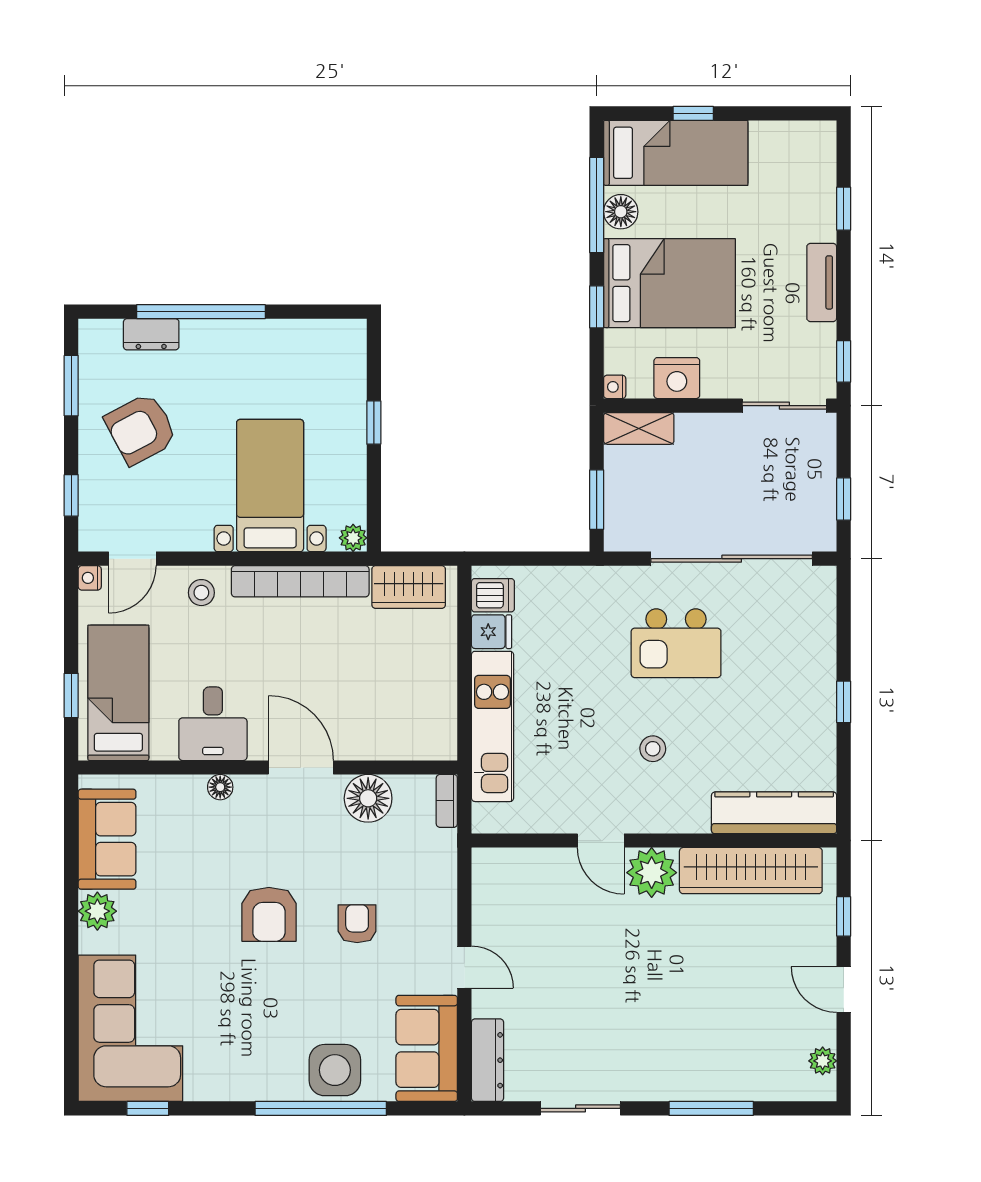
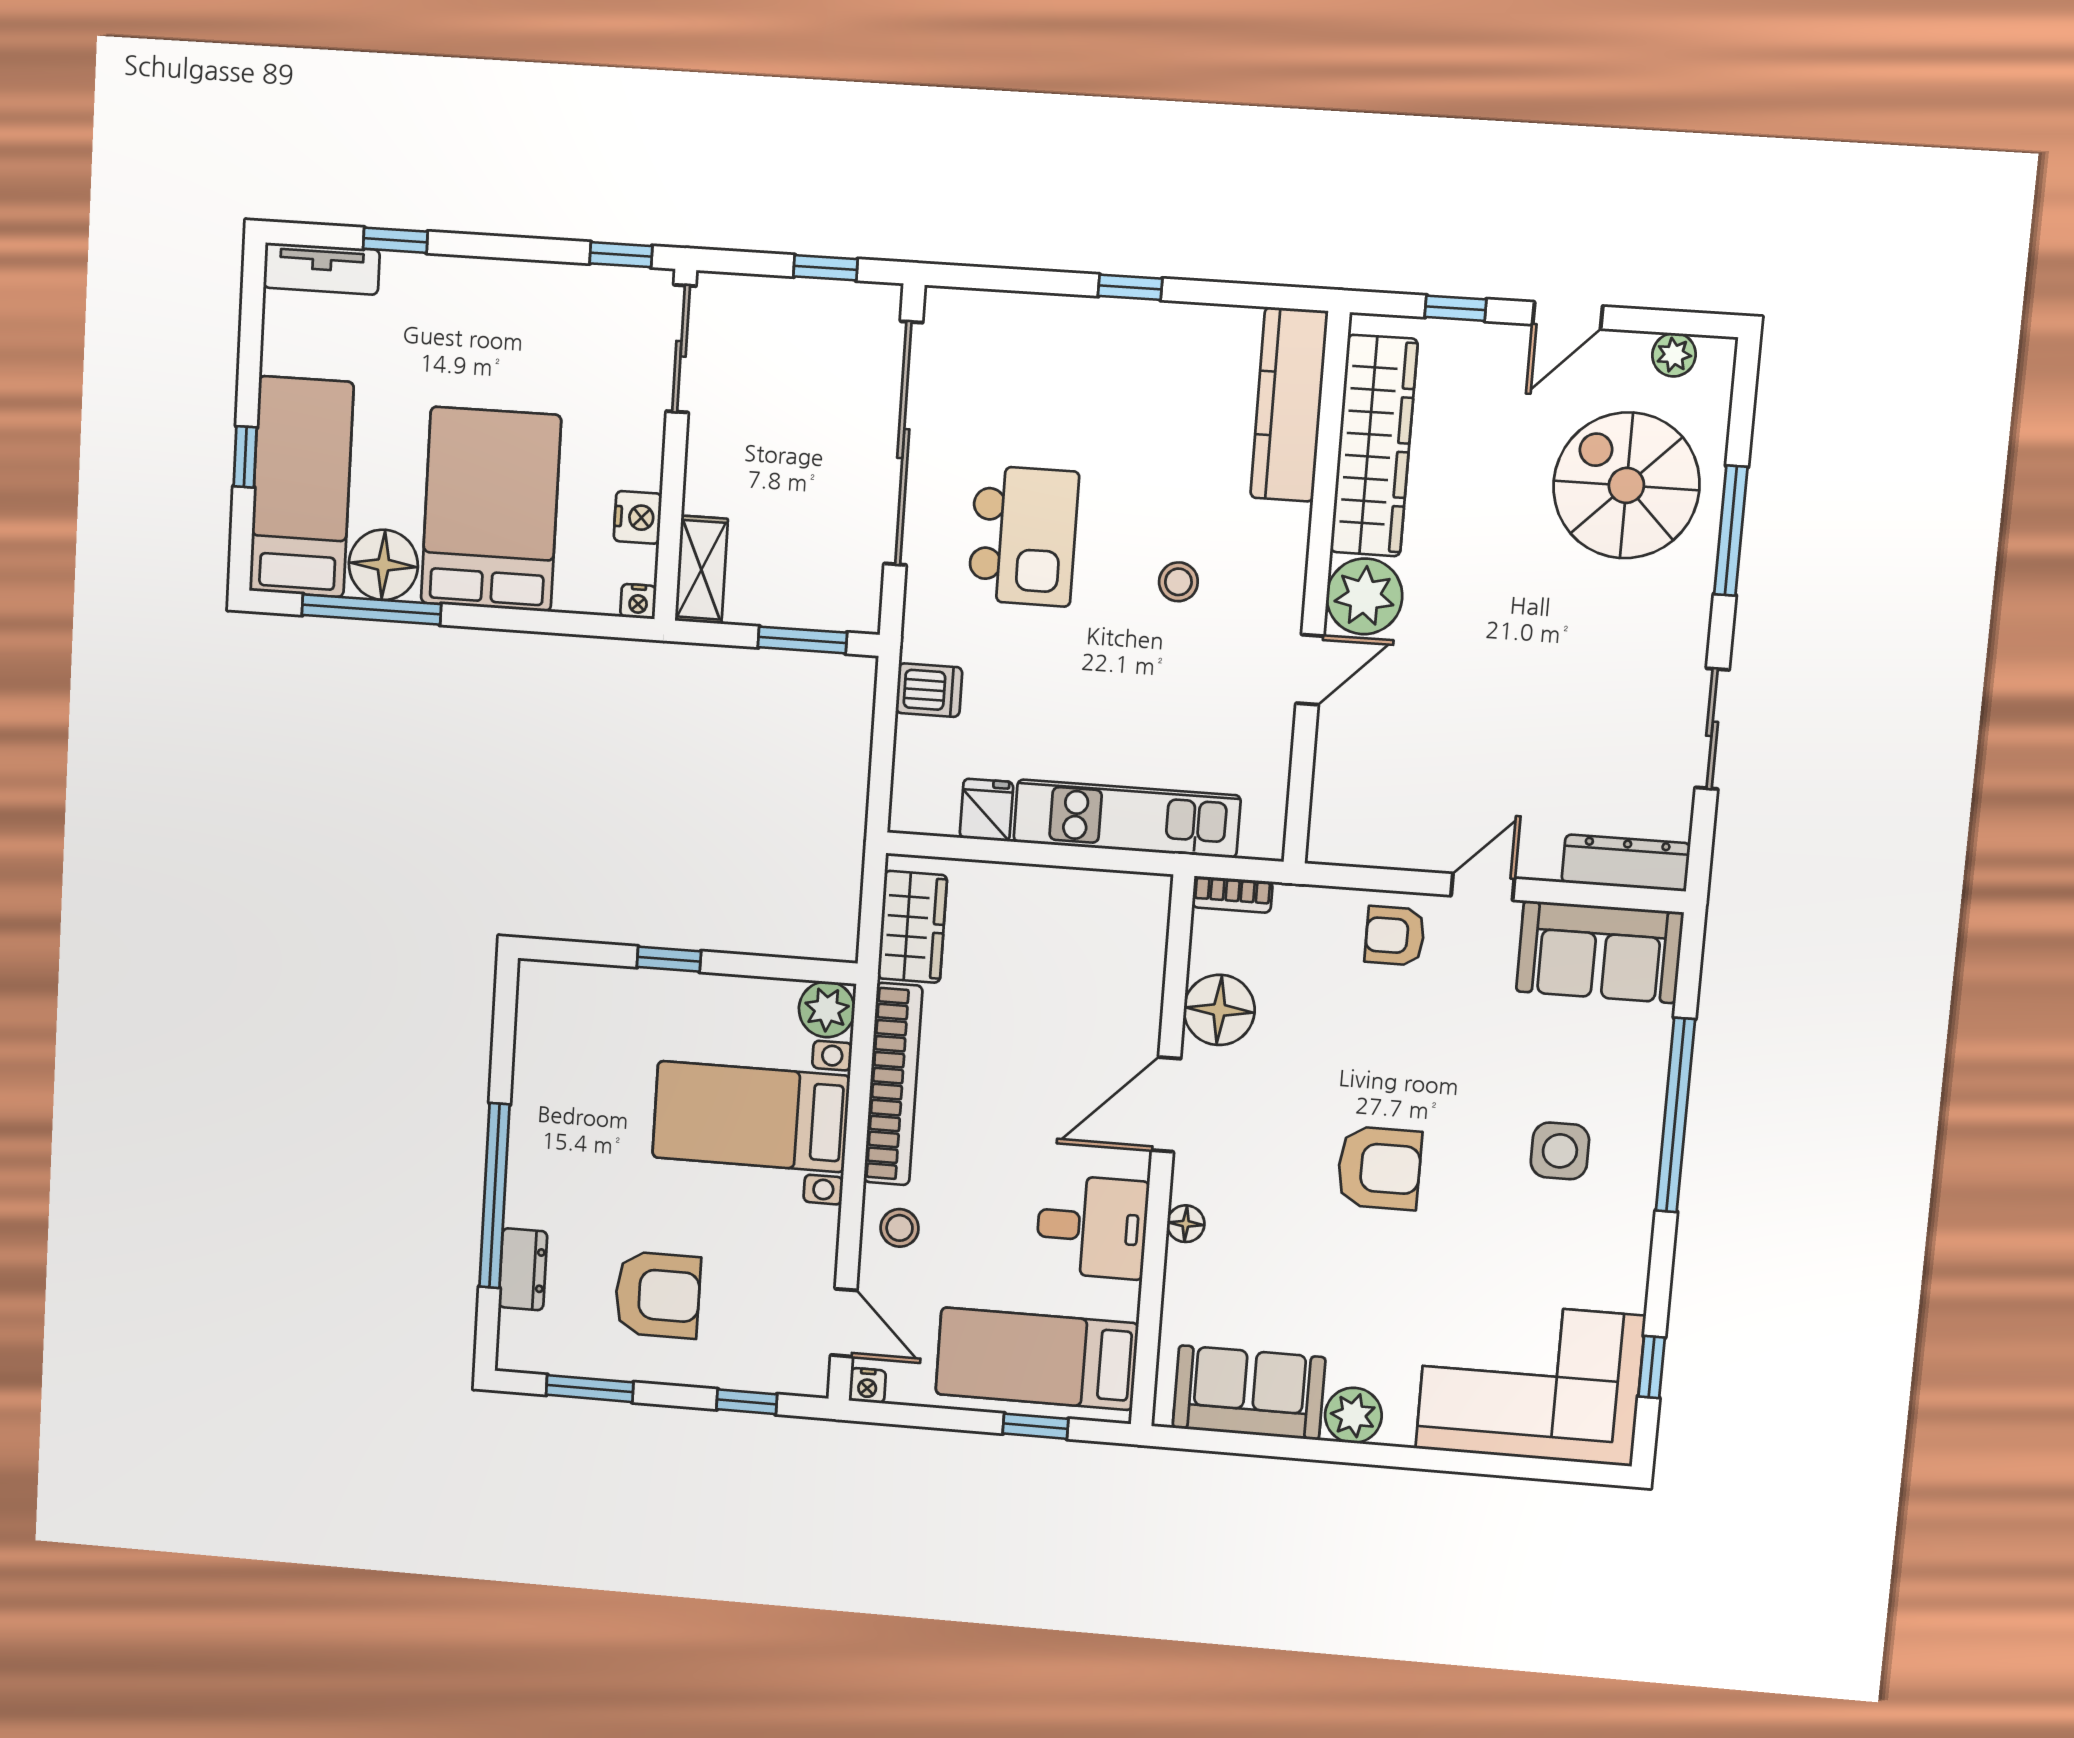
floor lamp: (621, 212) -> (383, 565), width x1.38, depth x1.38
tv unit: (822, 282) -> (321, 269), moved
window: (597, 307) -> (520, 620), removed
nightstand: (677, 378) -> (638, 517), width x0.74, depth x0.75
armchair: (141, 429) -> (658, 1295), turned -62
plant: (353, 538) -> (827, 1009), width x1.38, depth x1.38
dishwasher: (493, 595) -> (929, 690), moved, turned 90
armchair: (357, 924) -> (1395, 936), moved
spiral stairs: (736, 1038) -> (1626, 485), added
side table: (335, 1070) -> (1560, 1151), moved, width x0.73, depth x0.73

